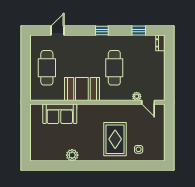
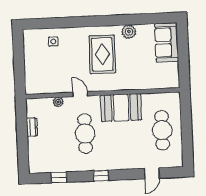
dresser: (160, 43) -> (32, 127), moved
door: (148, 102) -> (80, 94), moved
sofa: (60, 114) -> (167, 42), moved, turned -90
rug: (115, 139) -> (102, 54), moved

